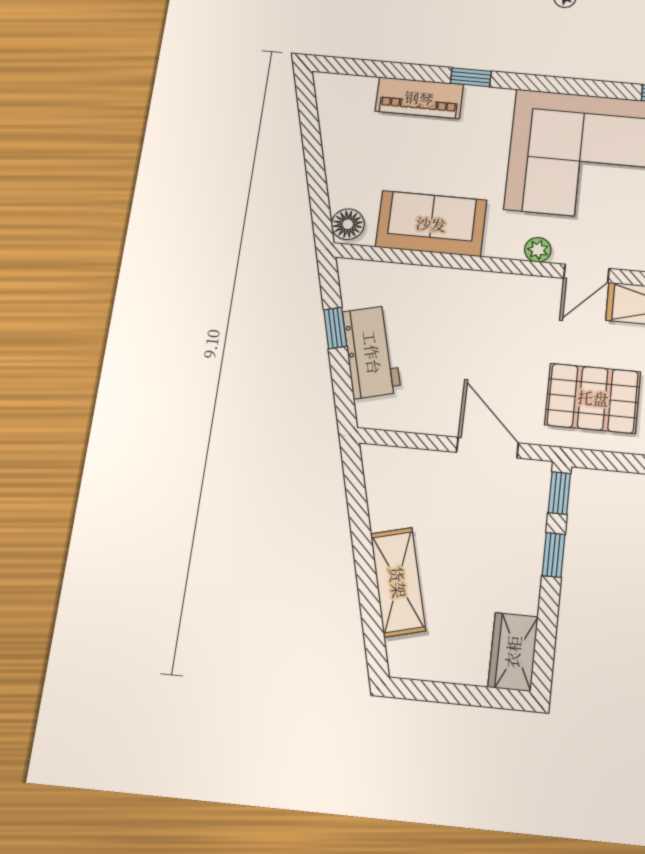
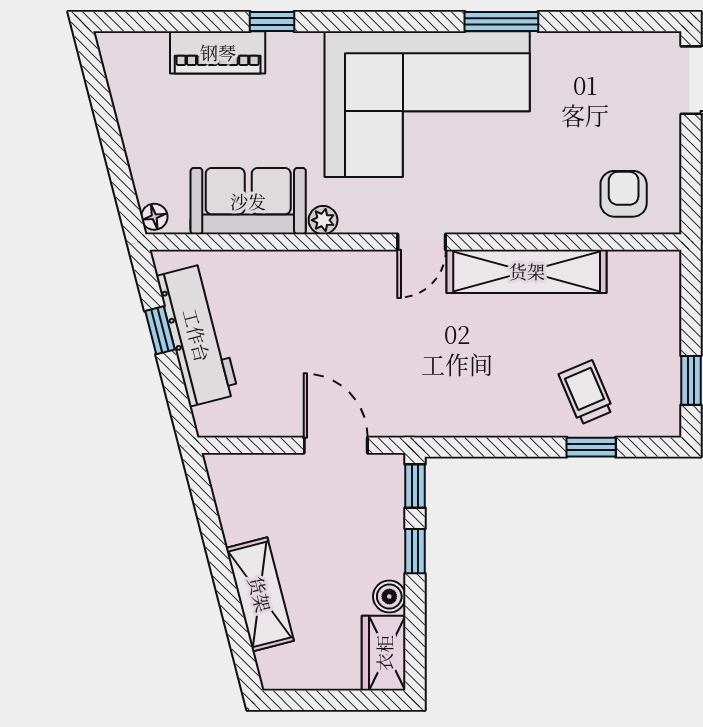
floor lamp: (348, 224) -> (154, 217), width x0.73, depth x0.73
plant: (538, 250) -> (323, 220), moved
workbench: (372, 352) -> (197, 335), width x1.38
pallet: (593, 398) -> (440, 381), removed
boiler: (524, 597) -> (389, 596), added

